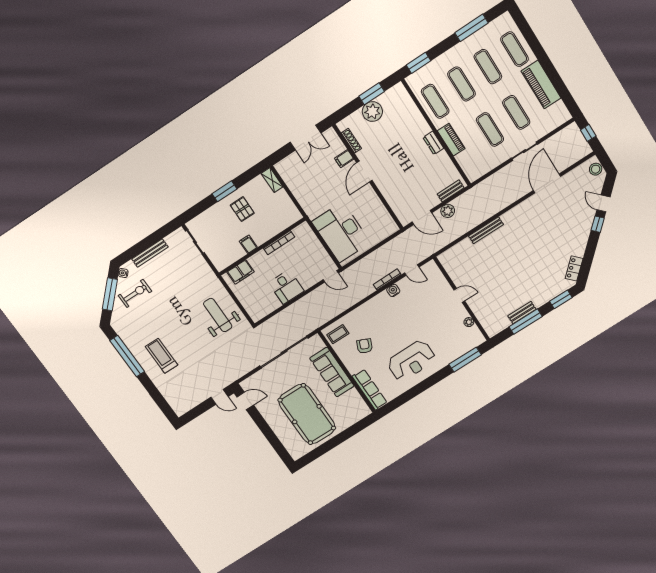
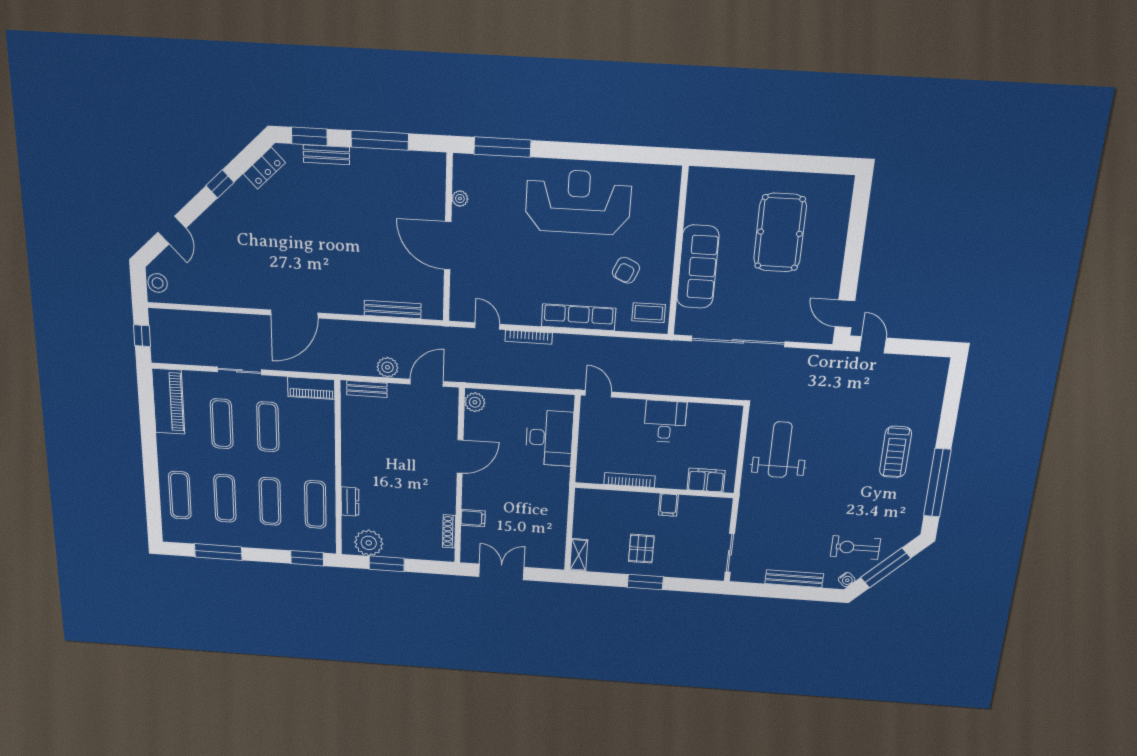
piano: (541, 84) -> (168, 401), moved
plant: (372, 112) -> (369, 543), moved
piano: (451, 140) -> (311, 388), moved, turned -90
dresser: (433, 143) -> (350, 502), moved
door: (364, 172) -> (460, 457), moved
door: (547, 183) -> (294, 314), moved
door: (422, 217) -> (427, 383), hinge flipped
window: (598, 224) -> (220, 184), moved
plant: (390, 225) -> (475, 402), added
bench: (486, 230) -> (393, 310), moved
desk: (341, 232) -> (549, 438), width x0.73, depth x0.77
water cooler: (393, 290) -> (531, 317), removed
door: (459, 295) -> (448, 246), width x1.87
bench: (522, 313) -> (326, 155), moved
weight bench: (218, 315) -> (780, 450), turned 180
reception desk: (411, 361) -> (578, 202), width x1.36, depth x1.30
row of seats: (370, 390) -> (578, 317), moved, turned 90
pool table: (307, 414) -> (780, 233), width x0.73, depth x0.76

